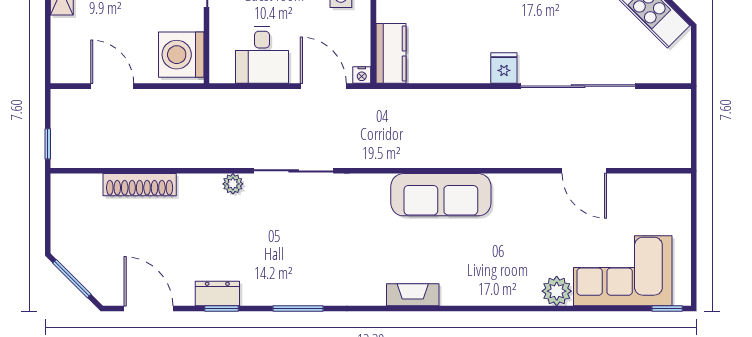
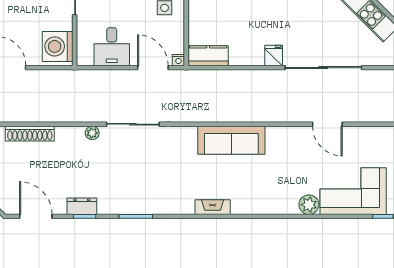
kitchen counter: (391, 53) -> (208, 56), moved, turned -90

